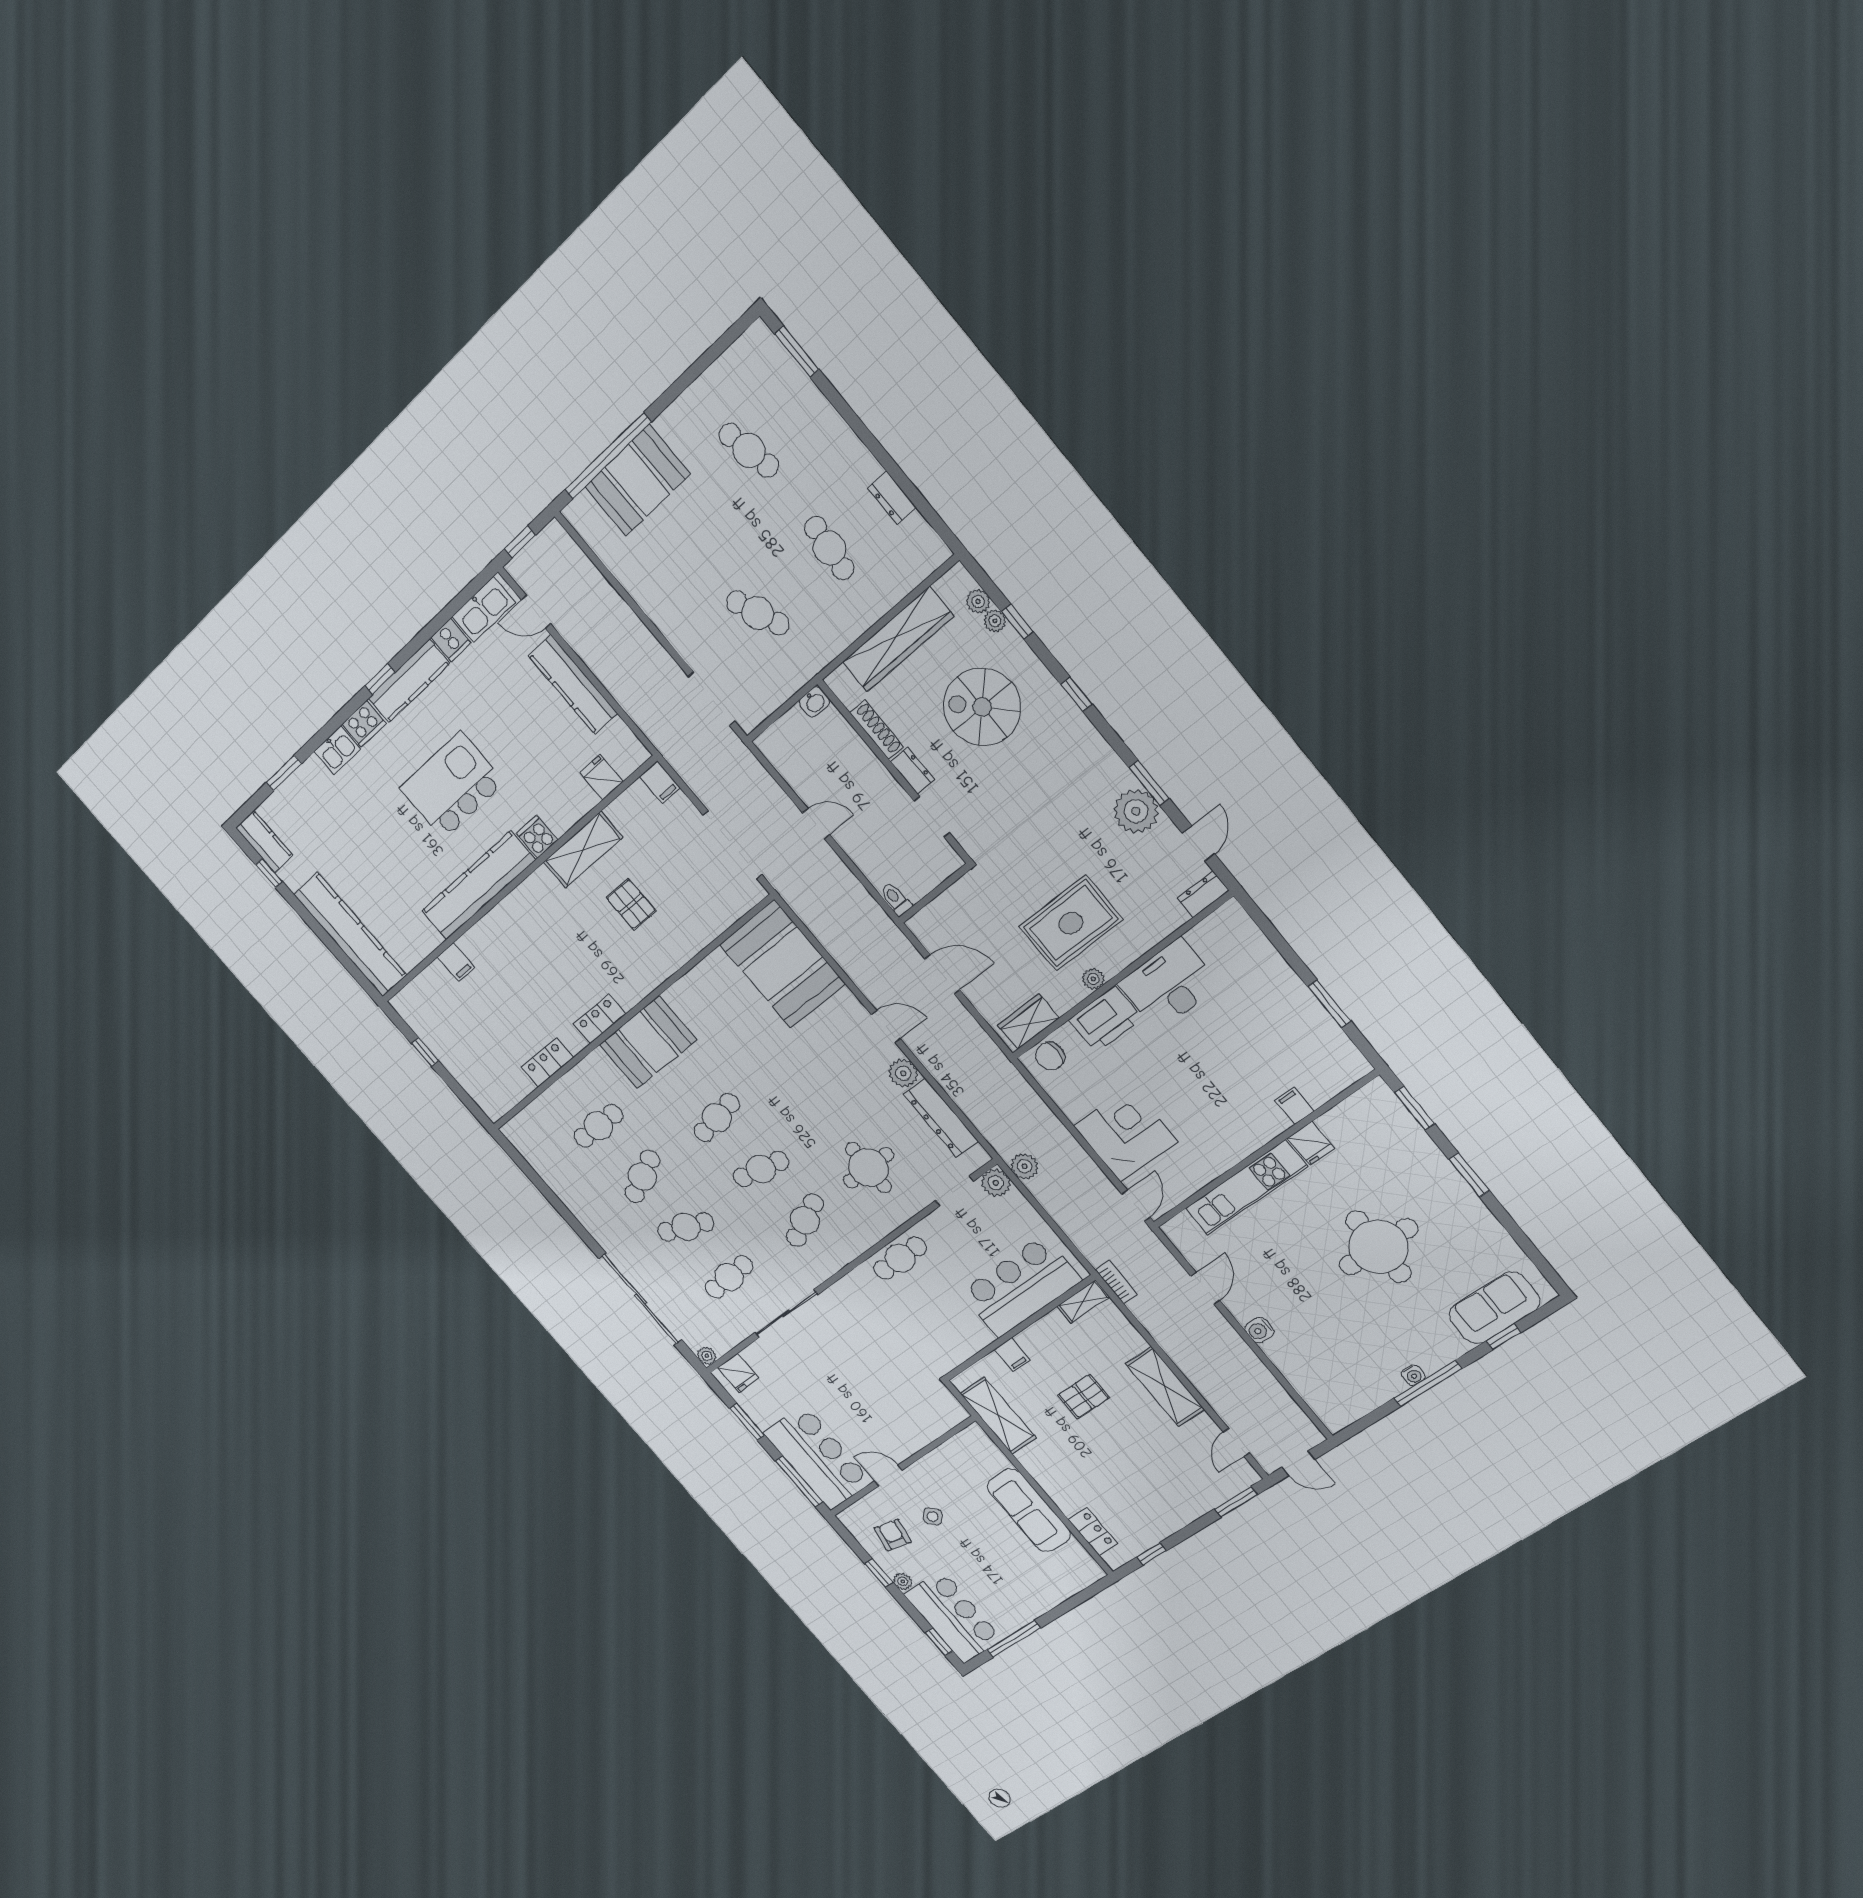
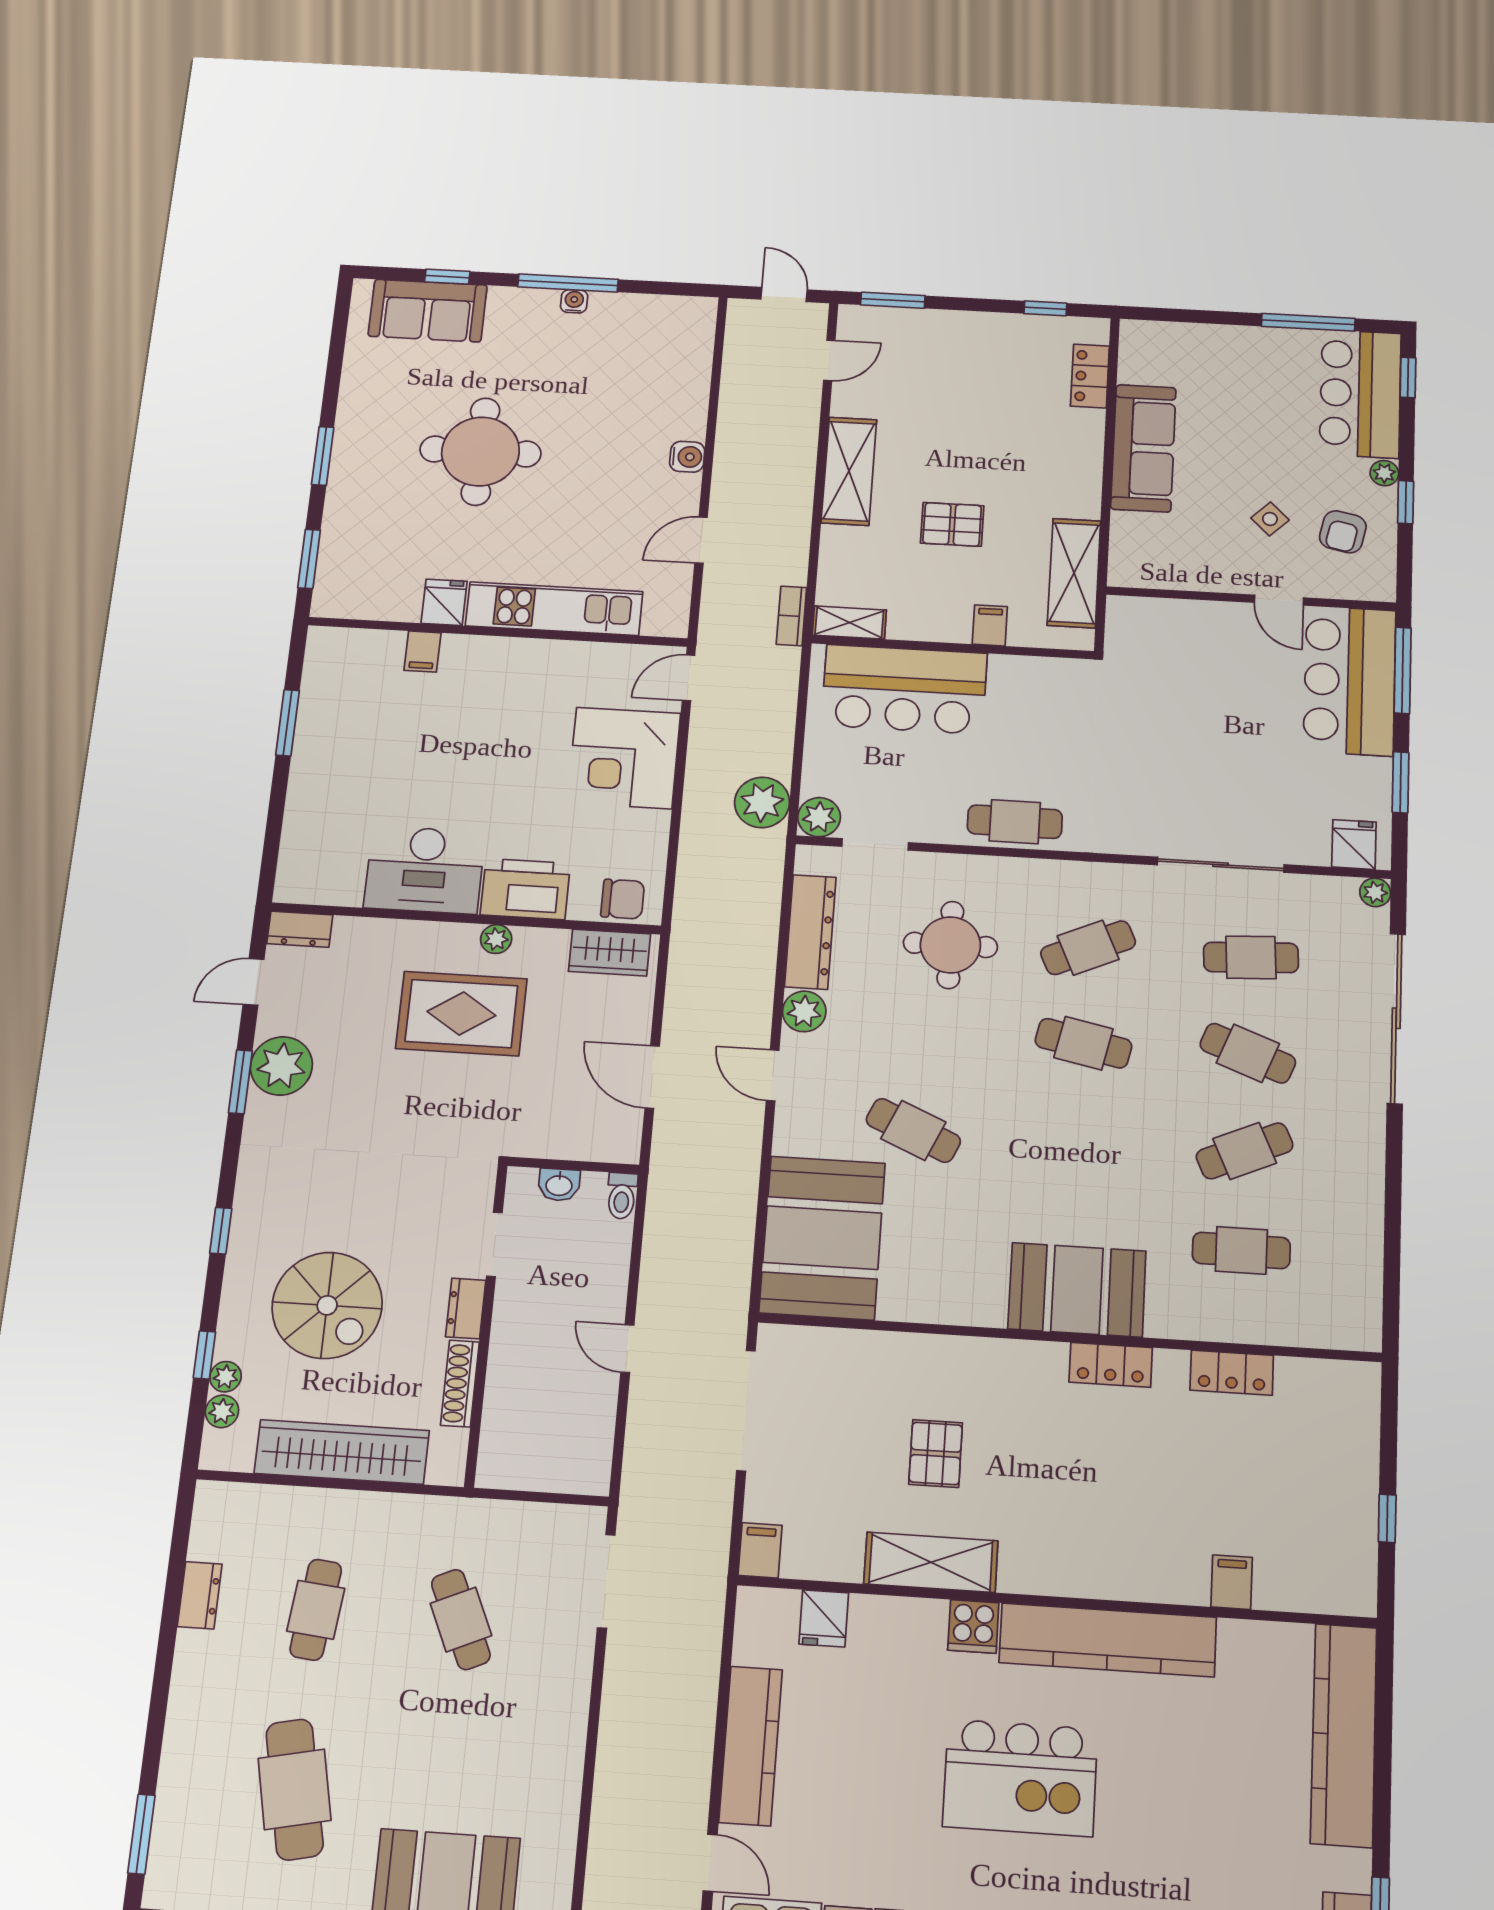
cafe table: (749, 450) -> (295, 1789), width x1.37, depth x1.35
washbasin: (814, 702) -> (559, 1185), moved, turned 180
cafe table: (717, 1118) -> (913, 1130), moved, turned 33
plant: (1025, 1166) -> (762, 802), width x1.36, depth x1.36

